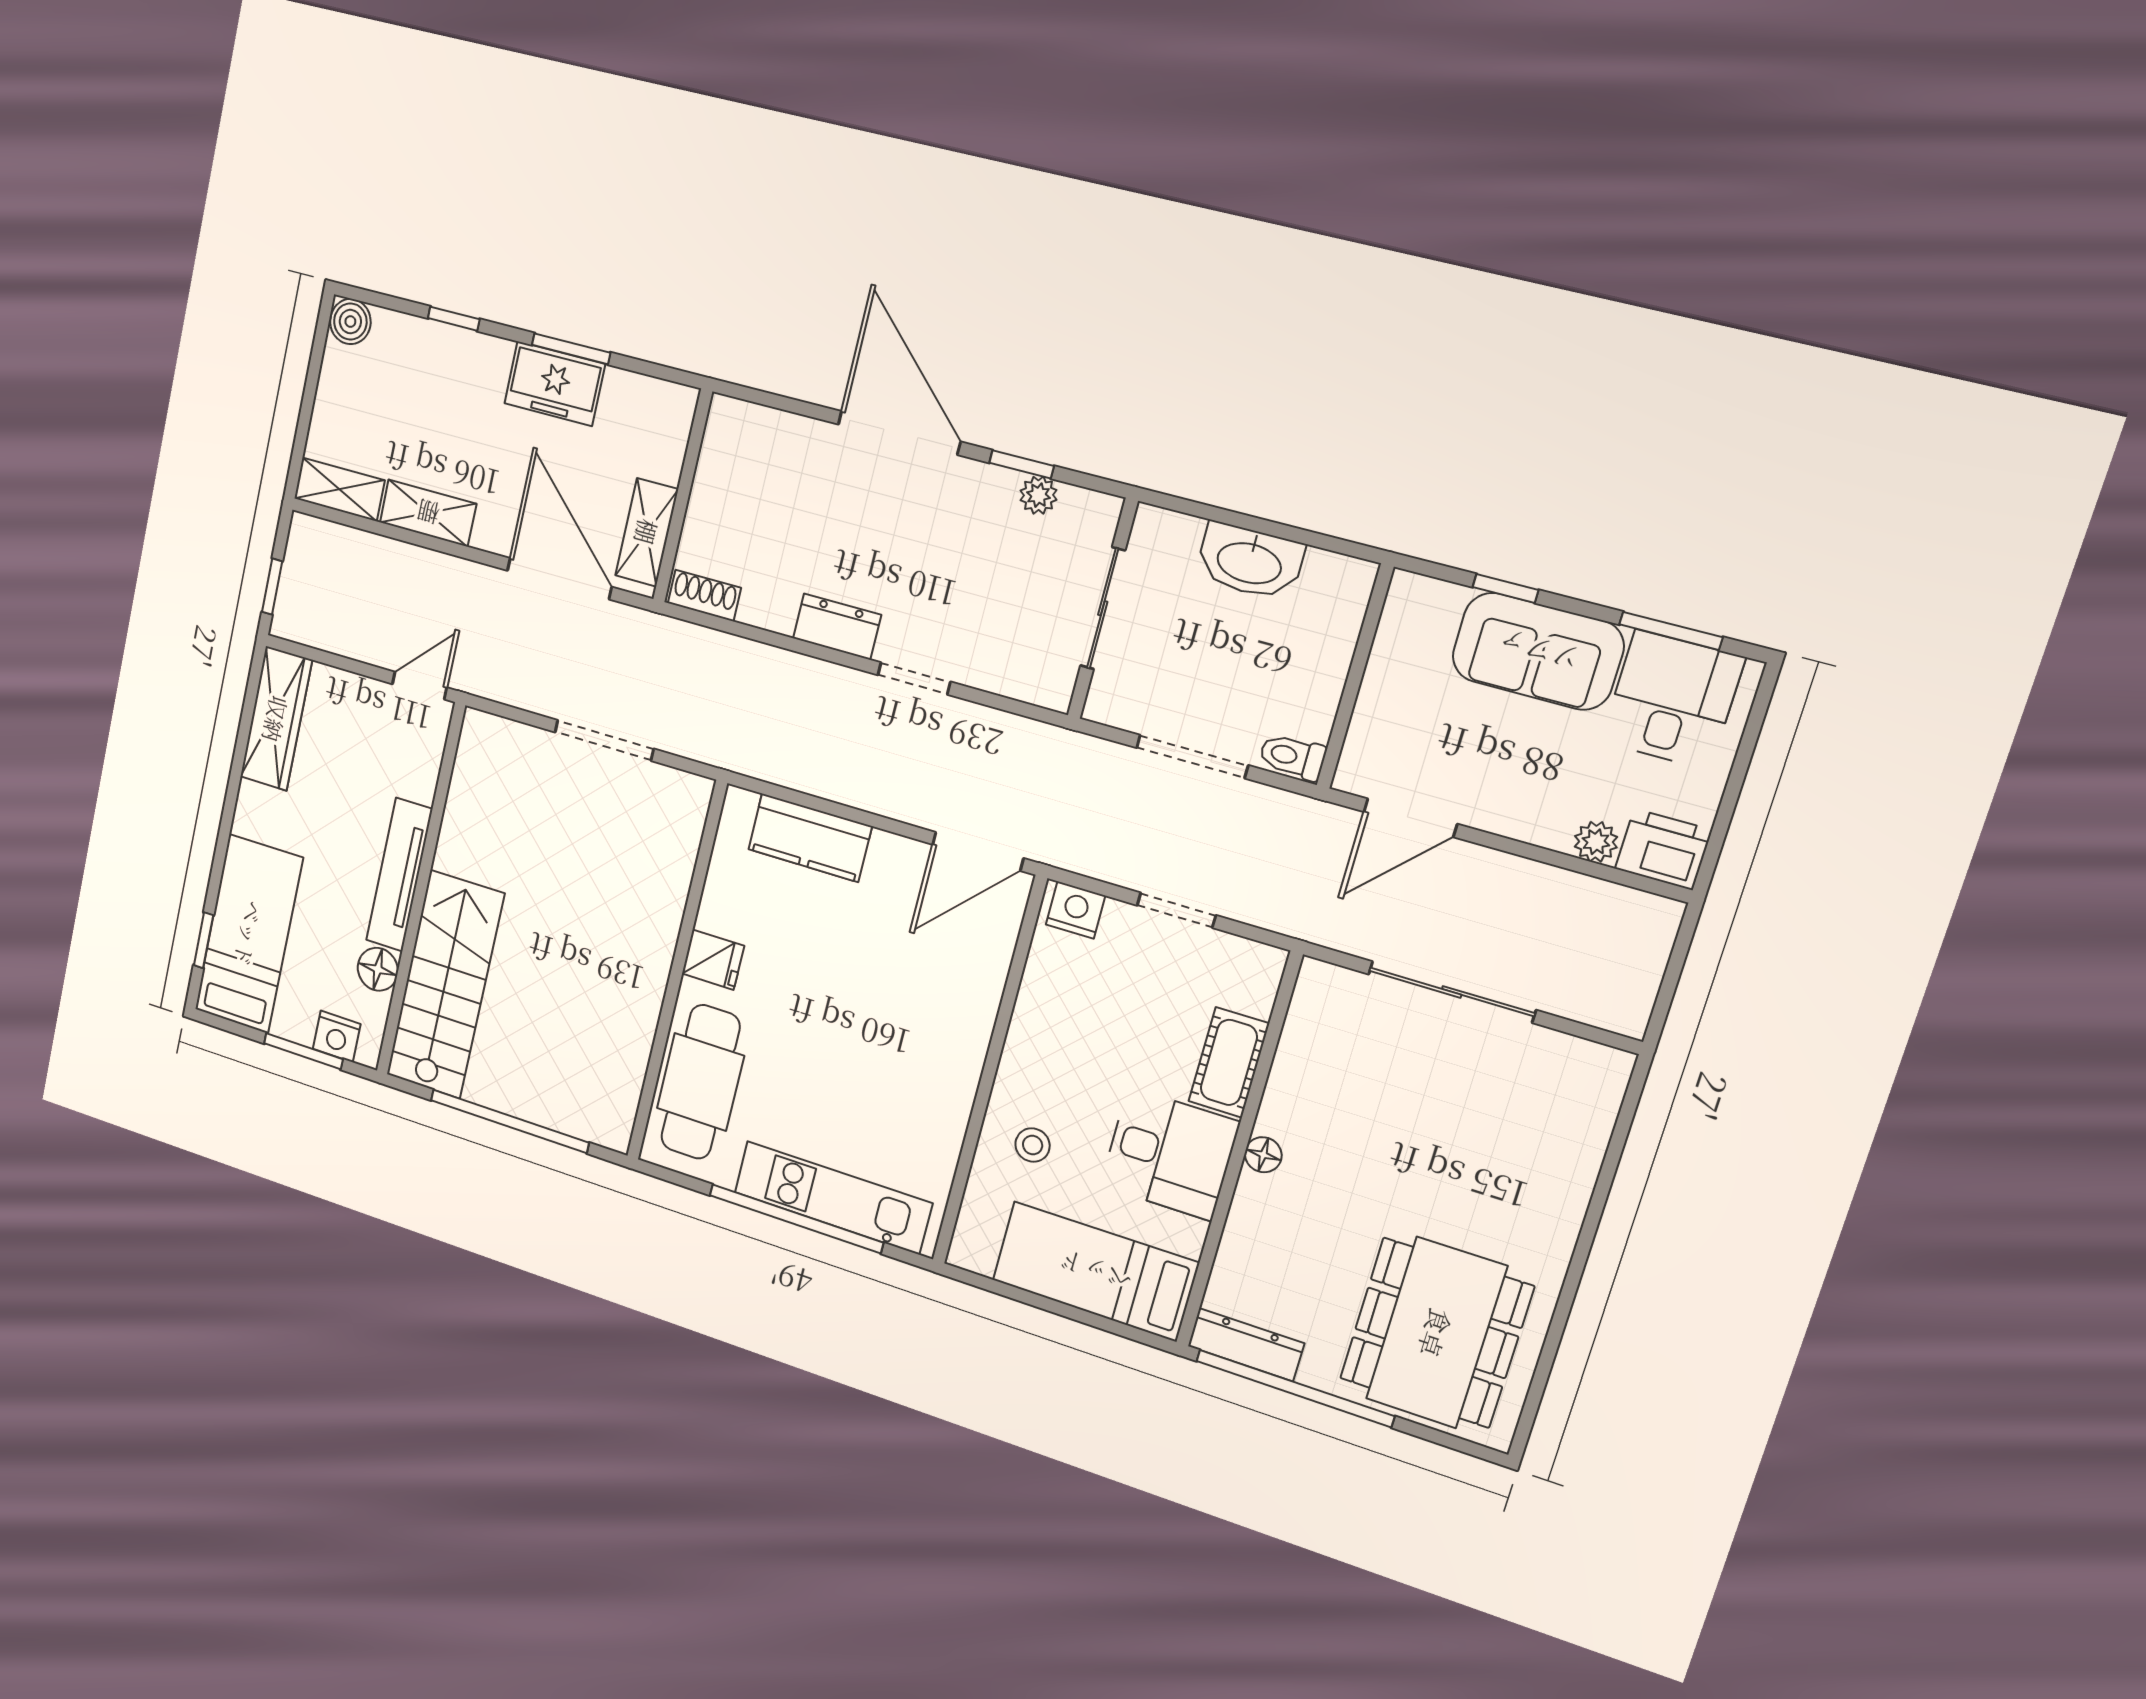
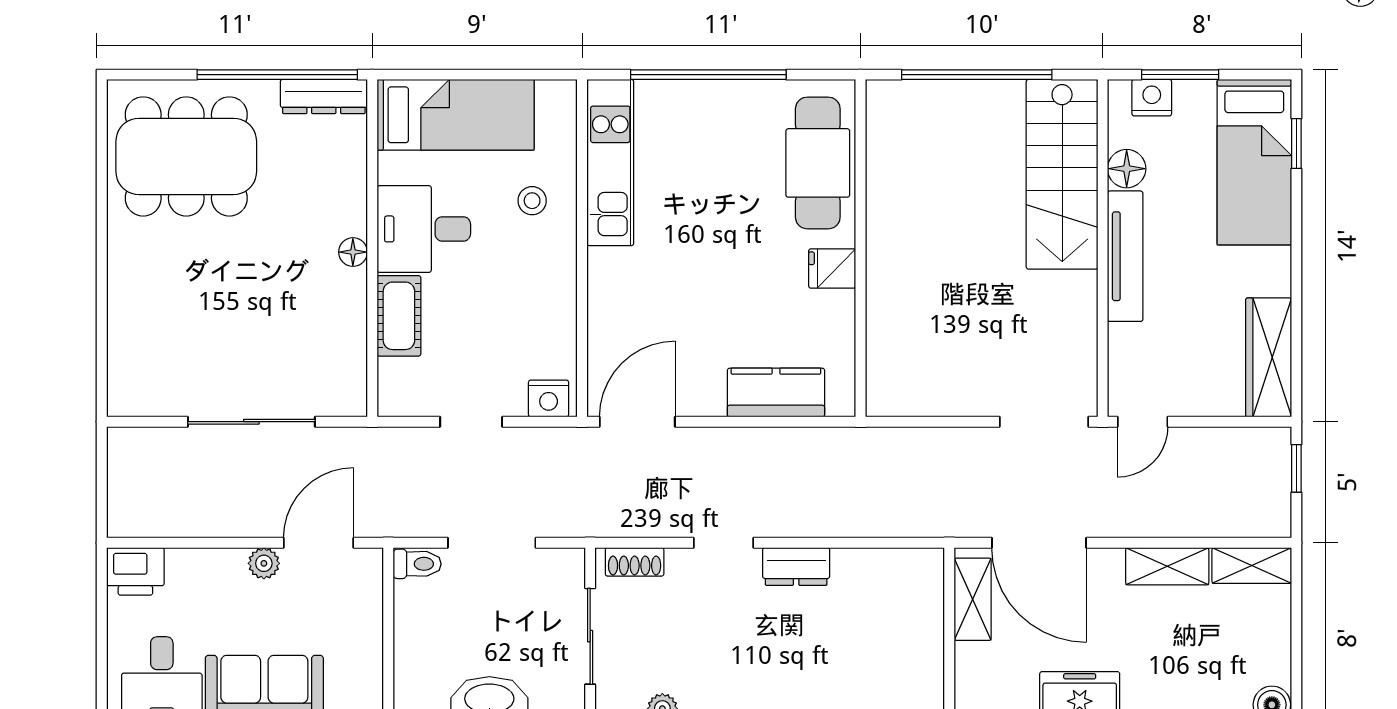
shoe rack: (704, 595) -> (635, 562), moved
doorway: (604, 740) -> (1044, 422), moved
plant: (1596, 842) -> (264, 563), moved
kitchen unit: (833, 1198) -> (610, 163), moved, turned -90
dining table: (1436, 1333) -> (186, 156), turned 90

